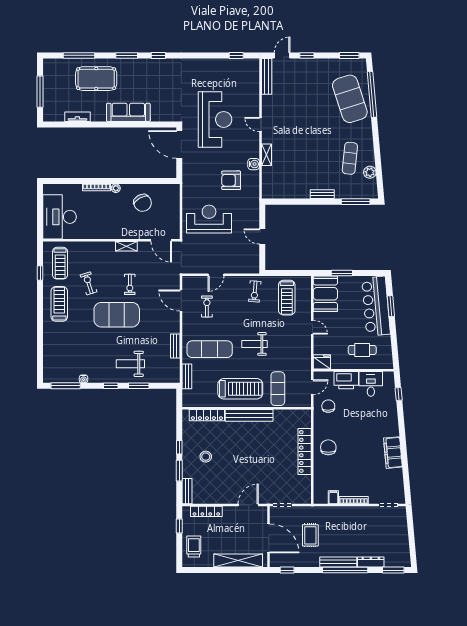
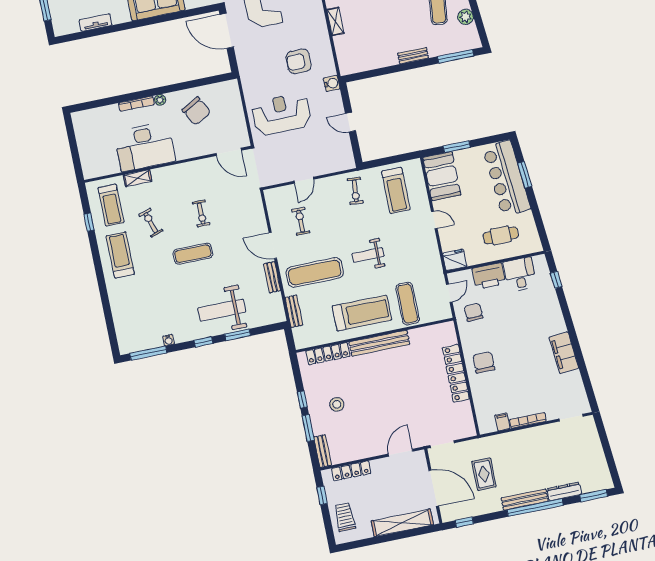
water cooler: (254, 164) -> (332, 83), moved
desk: (60, 217) -> (145, 147), moved, turned -90
shelving: (126, 246) -> (138, 178), moved
door: (181, 301) -> (273, 246), moved
exercise mat: (117, 315) -> (193, 254), width x0.50, depth x0.69
weight bench: (130, 364) -> (222, 310), width x1.36, depth x1.33

